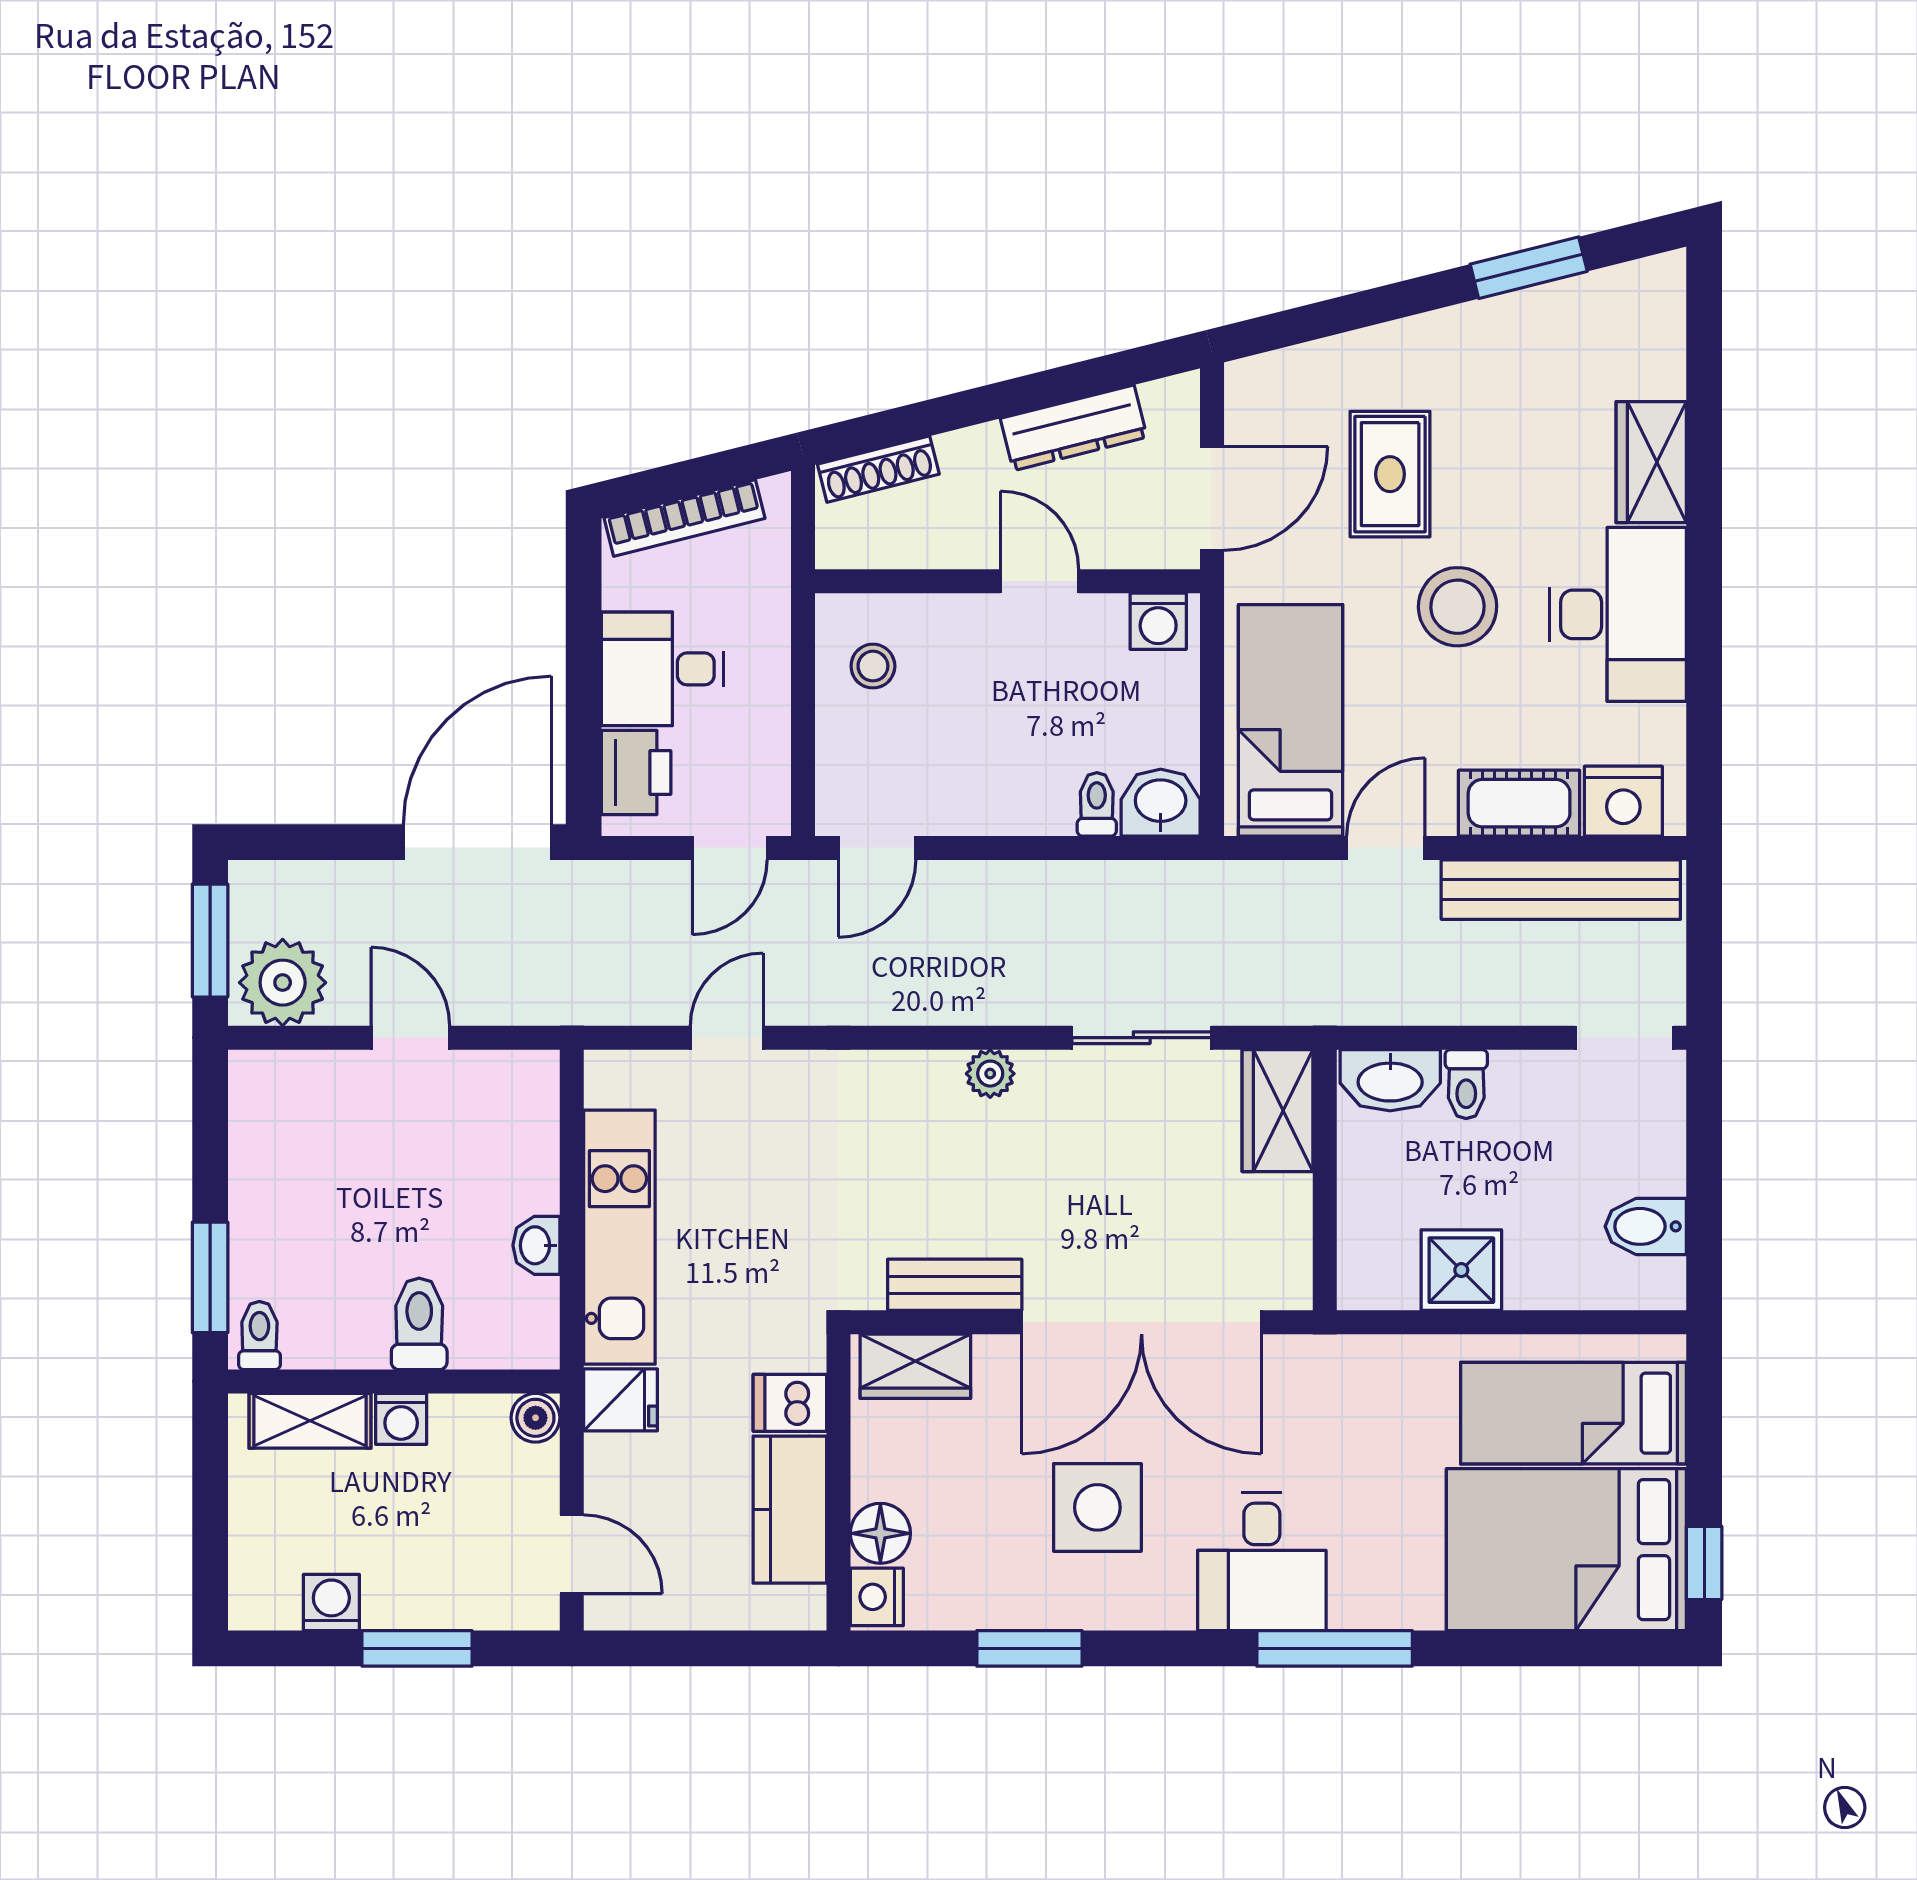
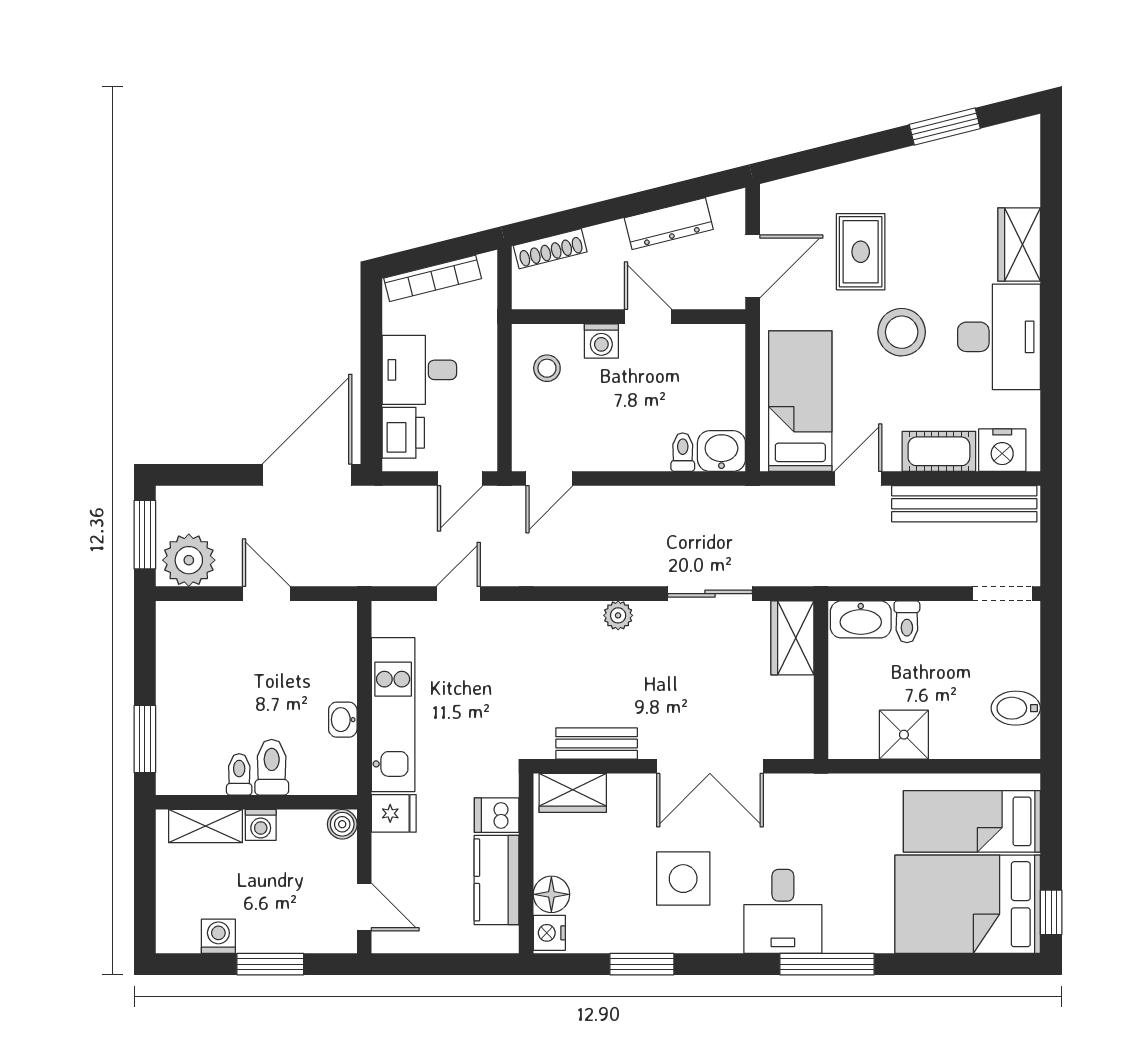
washing machine: (1158, 621) -> (601, 341), moved
double door: (1142, 1322) -> (710, 766), width x0.73
toilet: (259, 1336) -> (239, 774), moved

